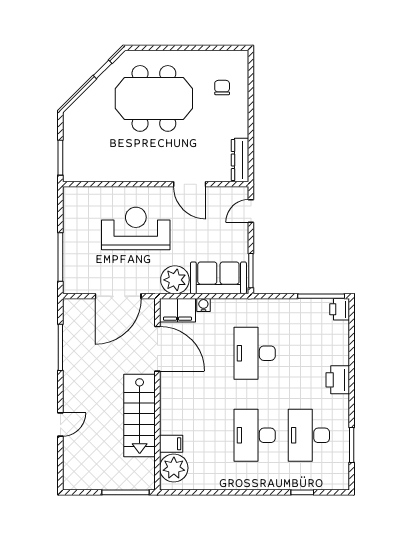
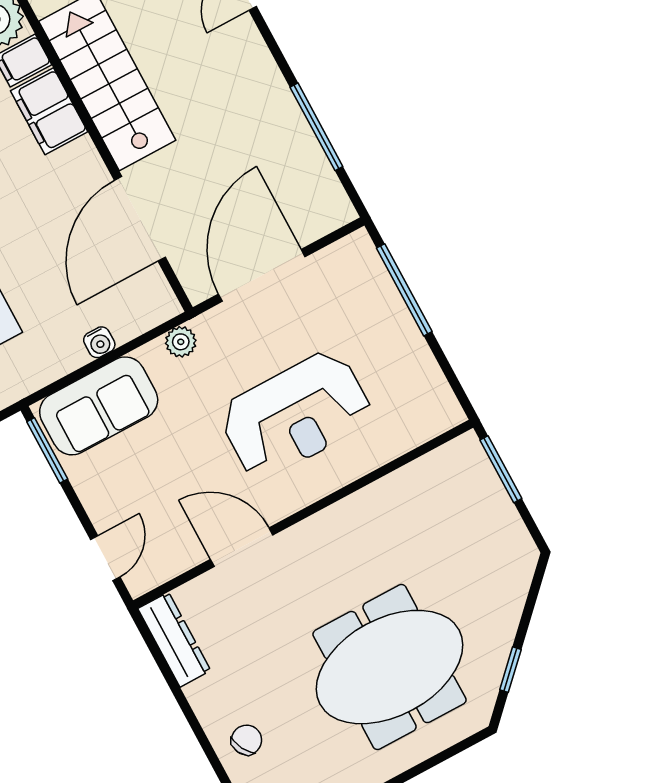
chair: (222, 88) -> (247, 740), moved, turned -118
plant: (175, 280) -> (181, 342), width x0.53, depth x0.53
filing cabinet: (178, 310) -> (49, 111), moved, turned -90
door: (157, 349) -> (140, 219), hinge flipped

